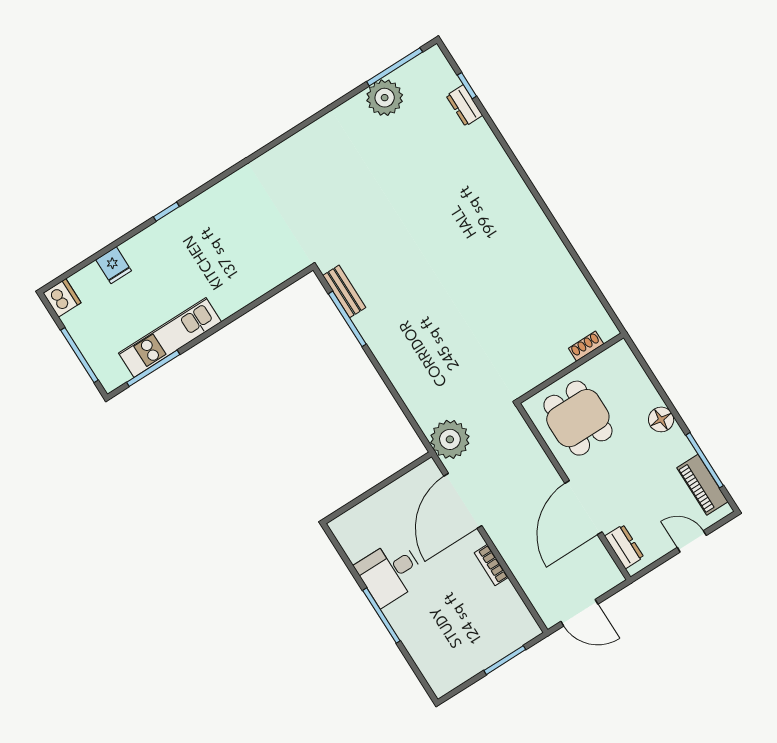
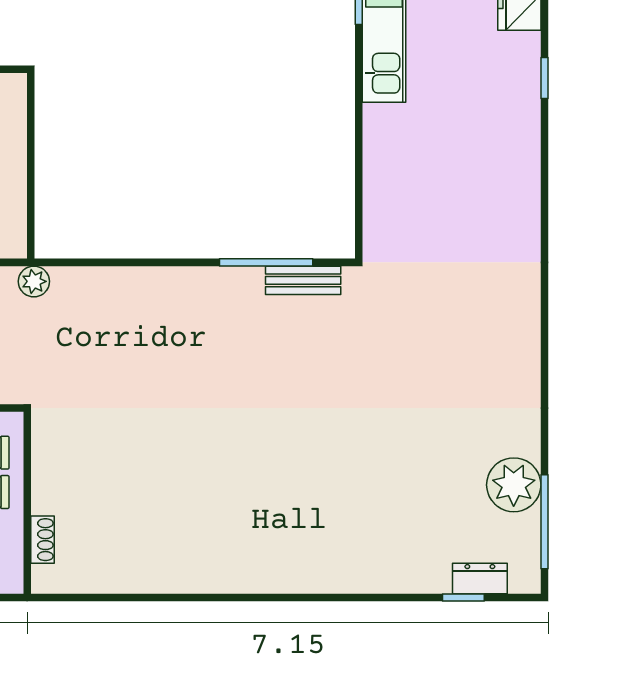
dresser: (464, 106) -> (480, 579), moved
window: (166, 212) -> (544, 78), moved
plant: (450, 439) -> (34, 281), width x0.53, depth x0.53

